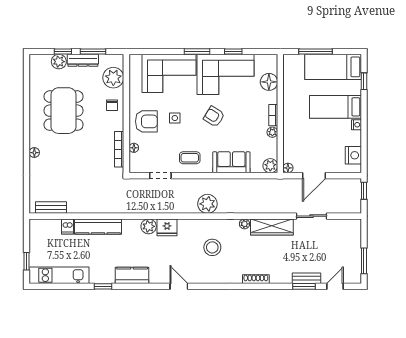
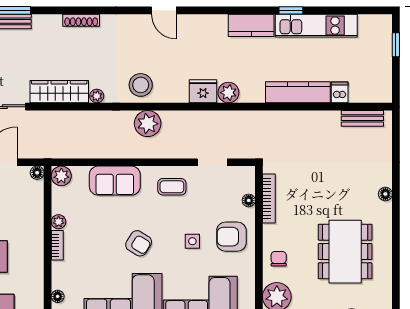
floor lamp: (269, 82) -> (58, 296), width x0.53, depth x0.53
stool: (212, 247) -> (141, 85), moved
kitchen unit: (59, 275) -> (316, 26), moved
door: (179, 286) -> (164, 10), moved

